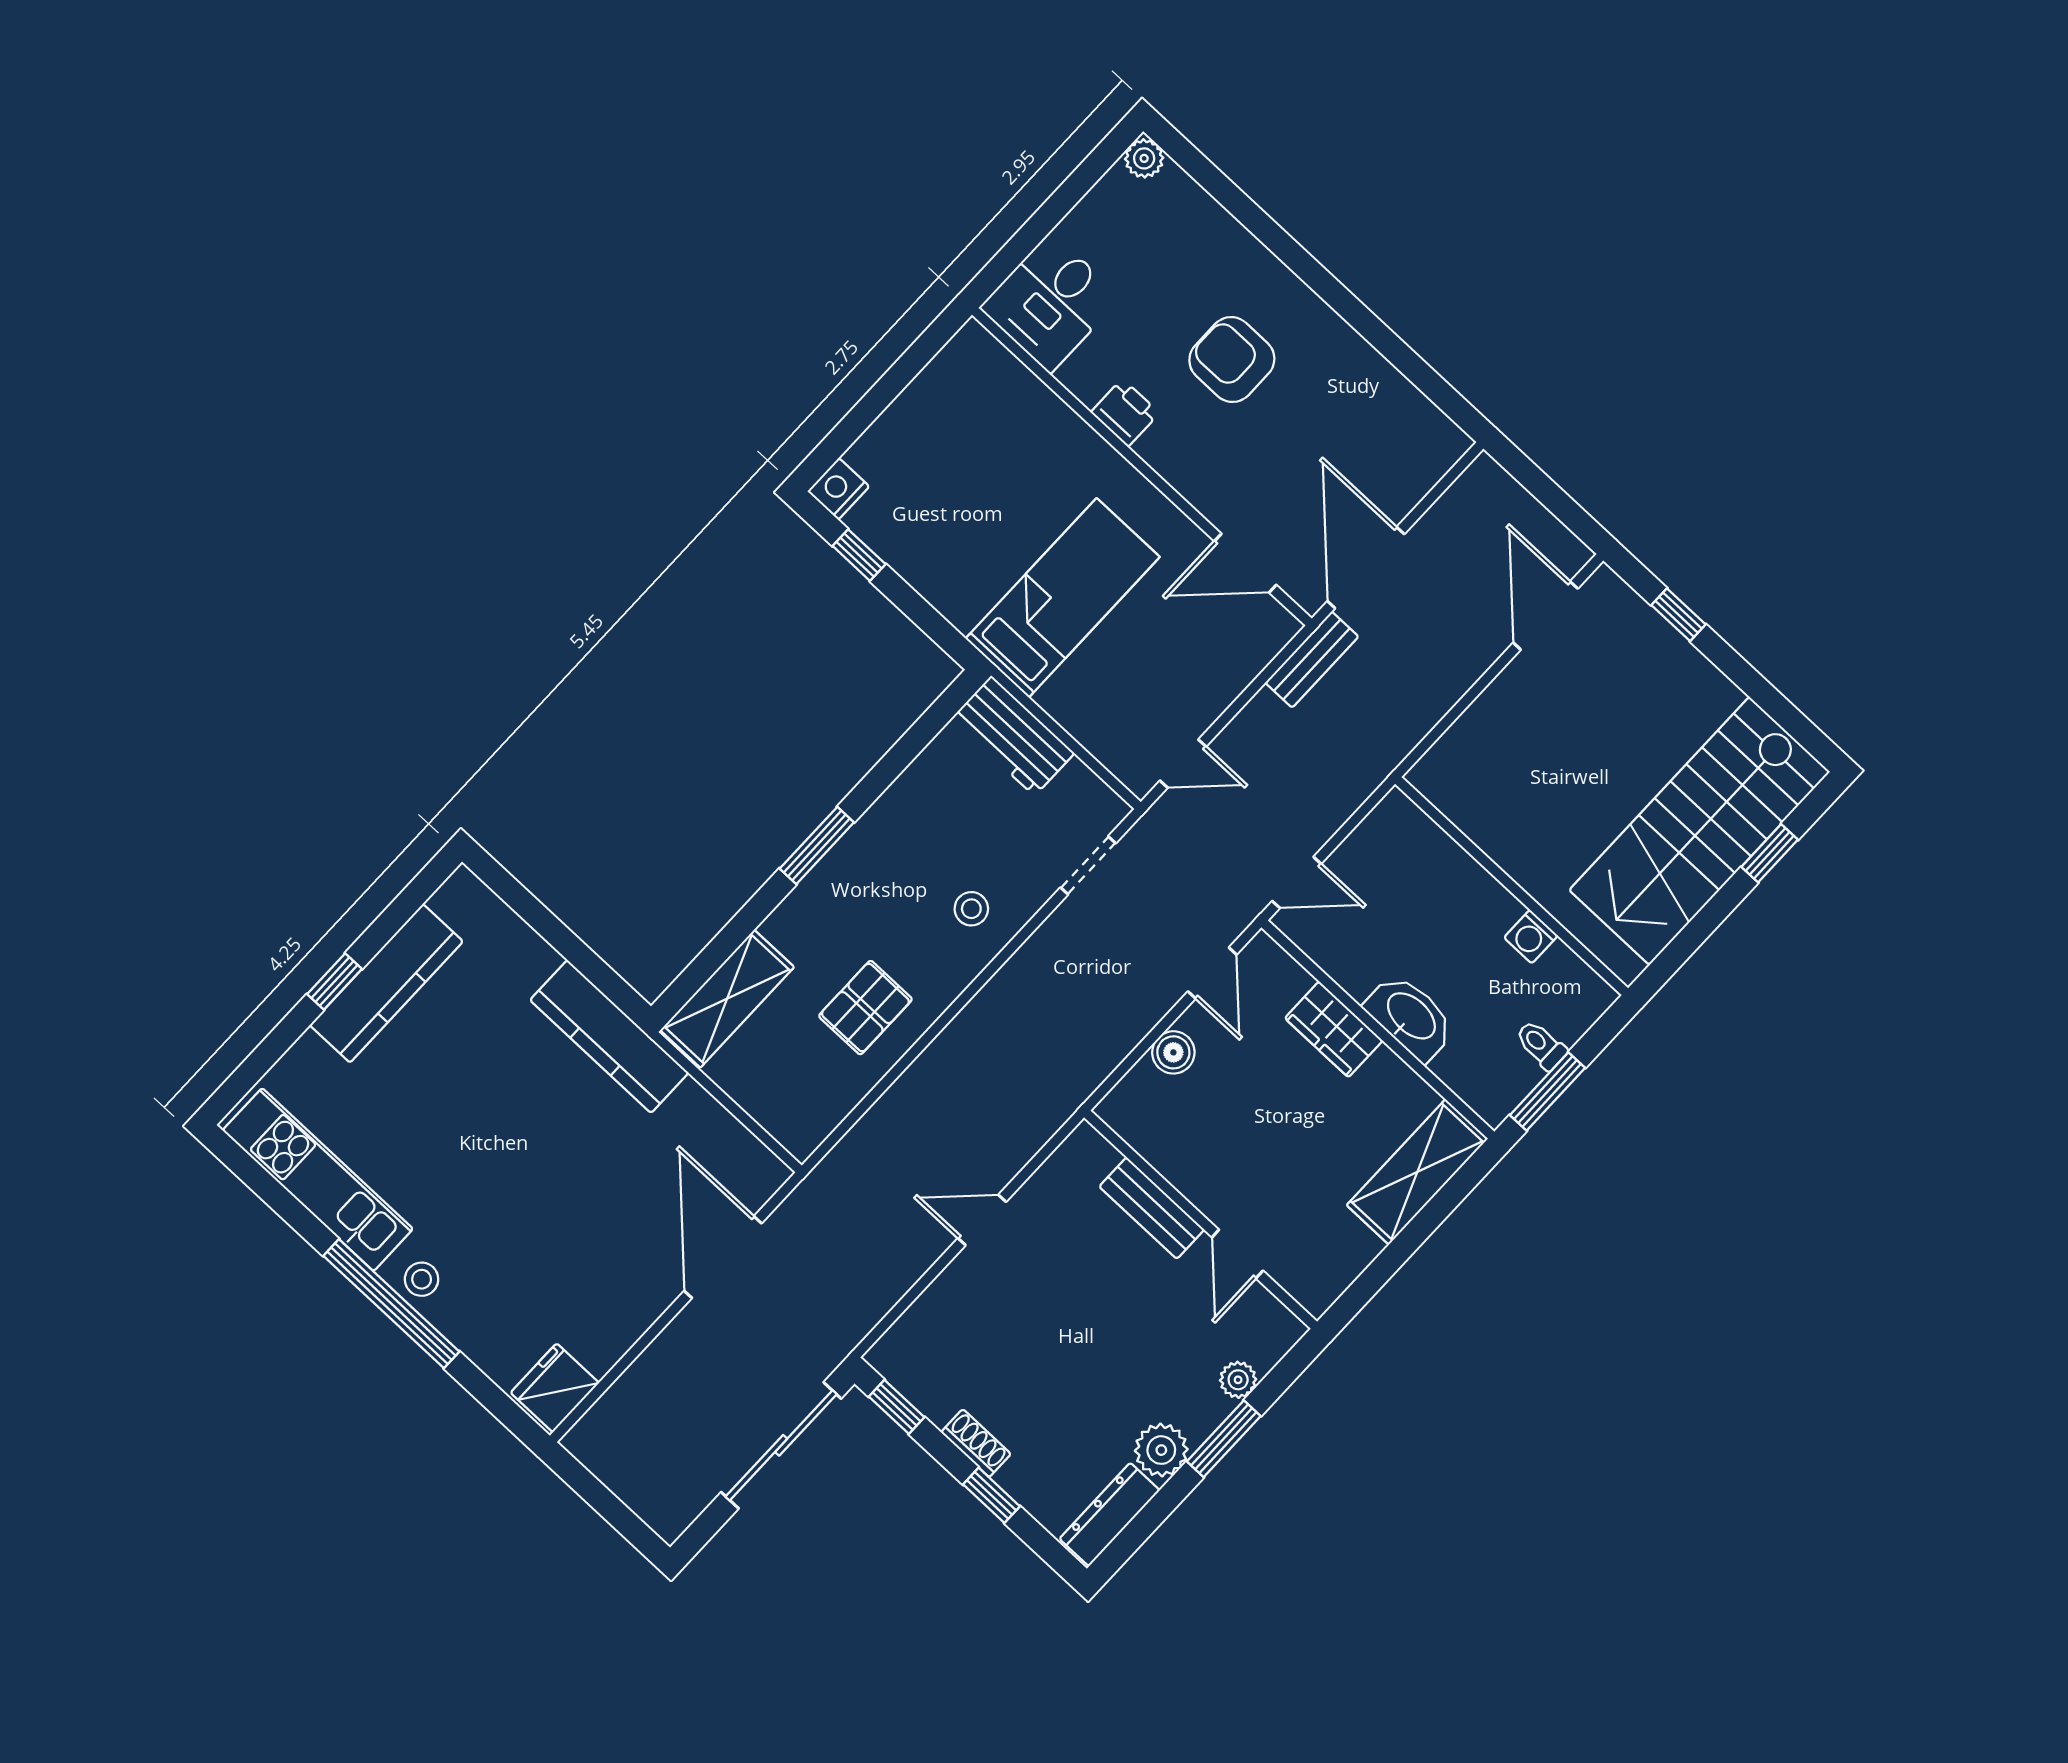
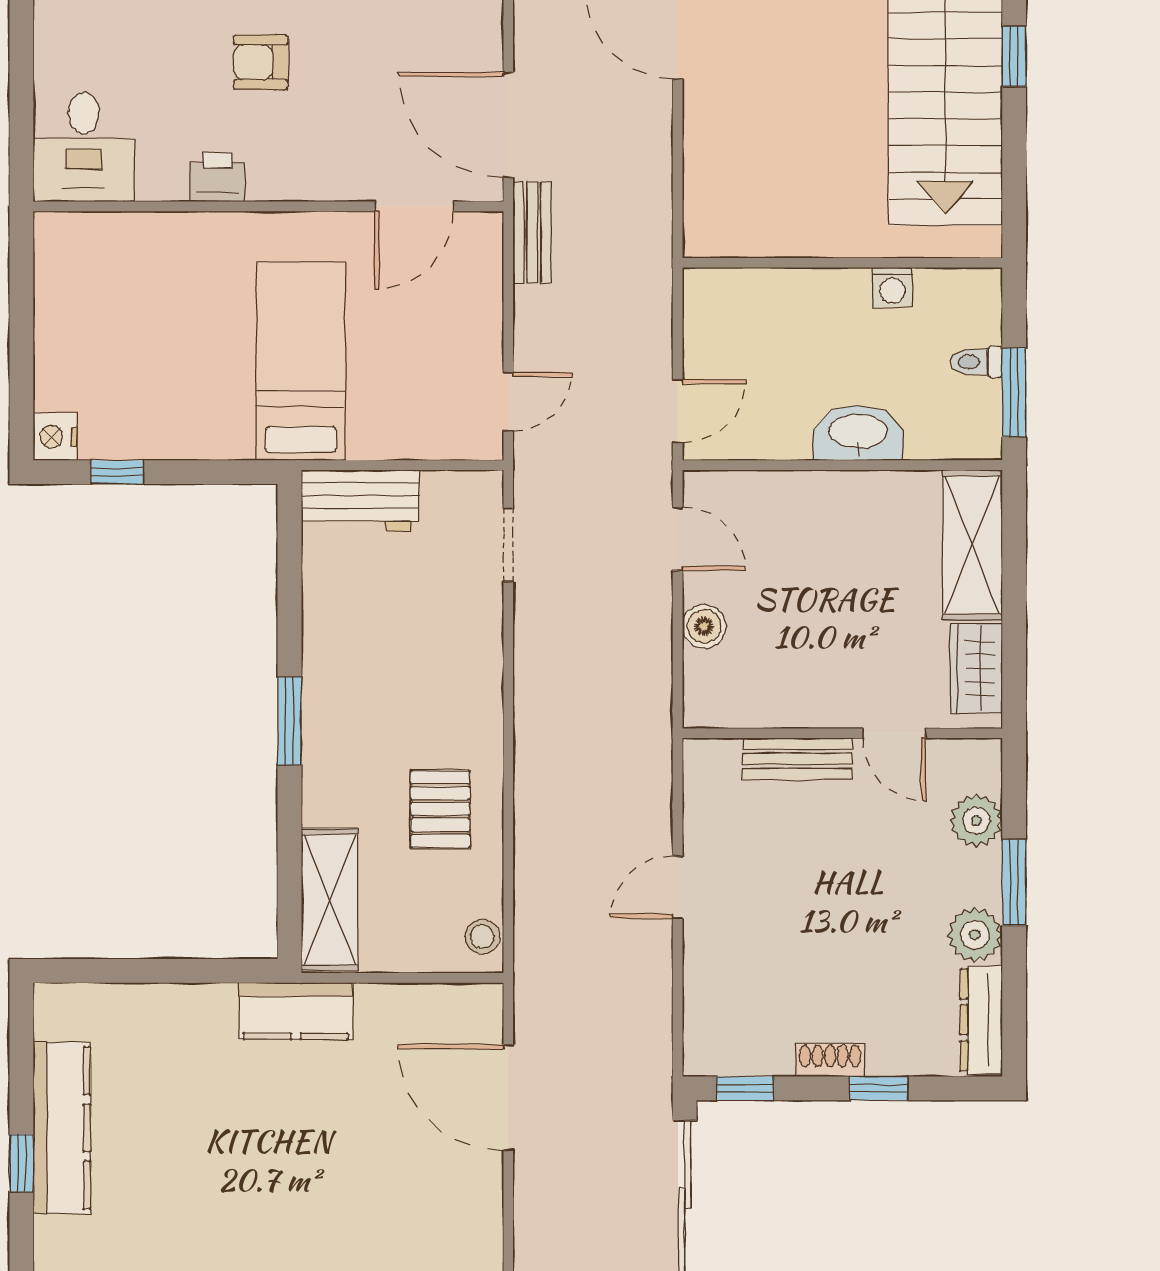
armchair: (1232, 360) -> (261, 62), width x0.72, depth x0.72
stool: (971, 909) -> (482, 937), moved
wardrobe: (1334, 1029) -> (976, 668), moved, turned 90
kitchen counter: (609, 1036) -> (296, 1011), width x0.67
plant: (1238, 1380) -> (976, 821), width x1.38, depth x1.38

